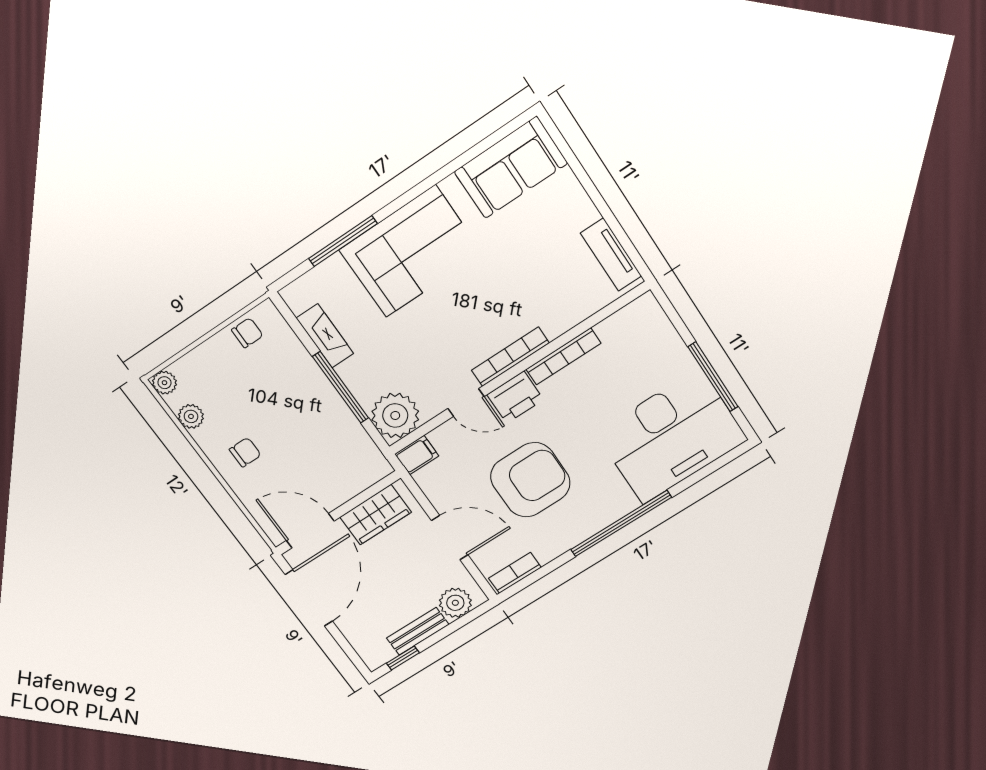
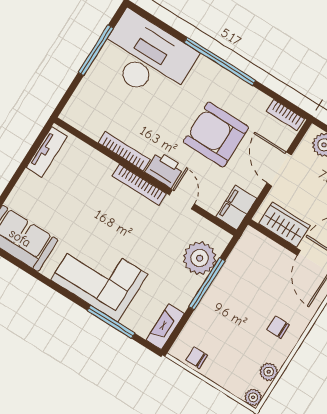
fireplace: (325, 336) -> (165, 327), moved
plant: (395, 415) -> (200, 258), moved
filing cabinet: (417, 455) -> (236, 208), width x2.00

